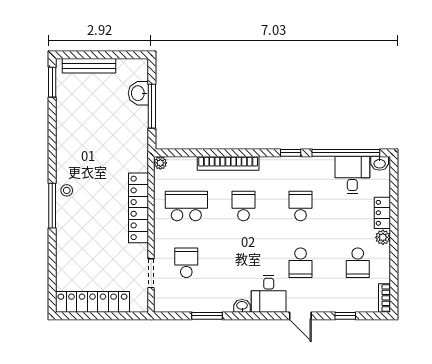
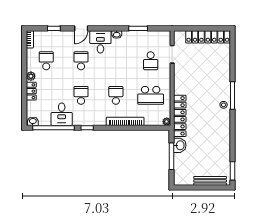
washbasin: (138, 93) -> (180, 145), moved
desk: (352, 175) -> (62, 114), moved
school desk: (243, 206) -> (116, 95), turned 180
school desk: (301, 206) -> (81, 95), turned 180
locker: (139, 208) -> (180, 116), moved
door: (300, 316) -> (81, 28), swing flipped

